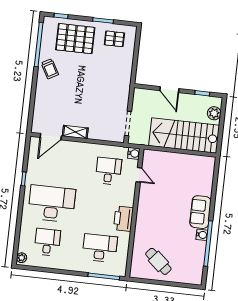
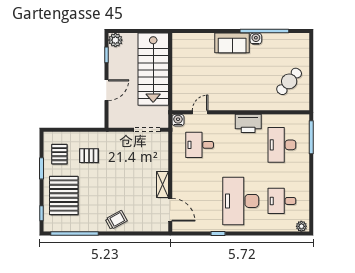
pallet: (110, 66) -> (89, 156), added
trolley: (50, 69) -> (116, 220), moved
plant: (214, 113) -> (115, 40), moved

